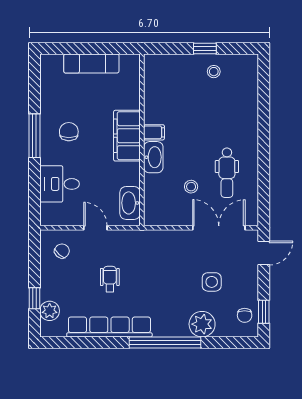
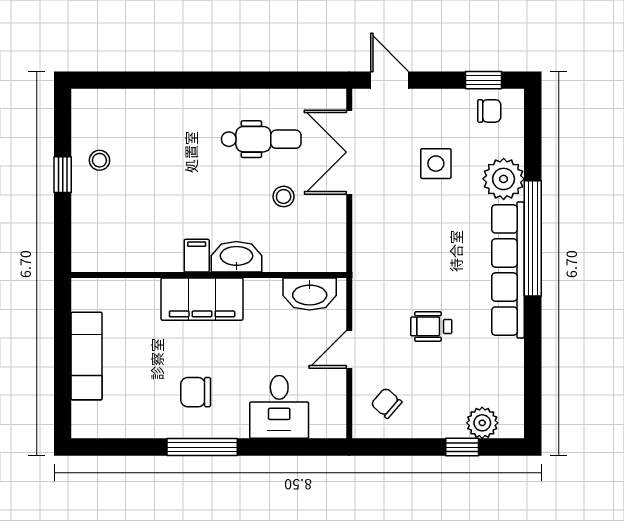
row of seats: (109, 327) -> (508, 270), moved

